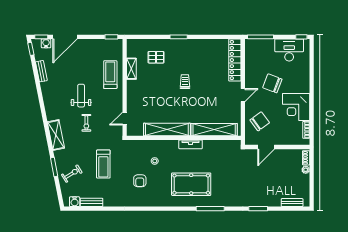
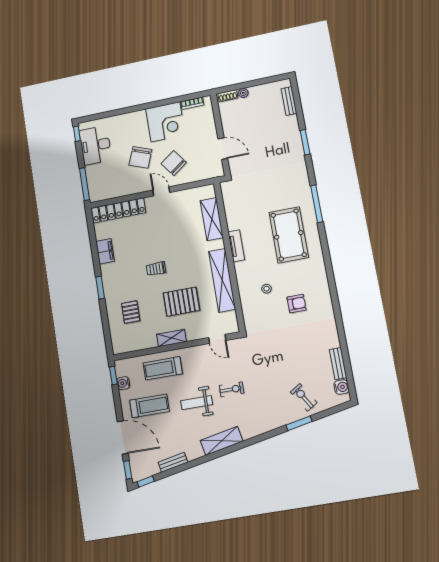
water cooler: (46, 43) -> (123, 383), moved
filing cabinet: (205, 45) -> (105, 251), added
shelving: (131, 69) -> (171, 338), moved
pallet: (157, 97) -> (181, 302), added
chair: (260, 121) -> (174, 163), moved
shelving: (214, 130) -> (212, 219), width x0.68
shelving: (56, 135) -> (222, 441), moved
treadmill: (103, 164) -> (149, 406), moved

